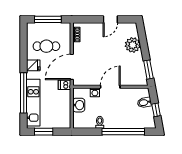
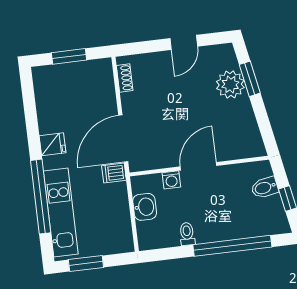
window: (48, 19) -> (69, 56), width x0.69
cafe table: (46, 46) -> (72, 106), removed
window: (148, 70) -> (250, 79), moved

